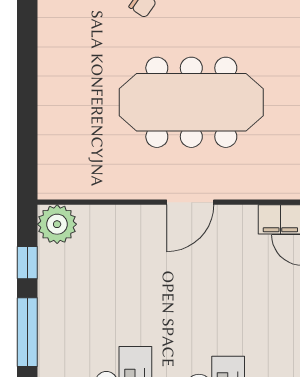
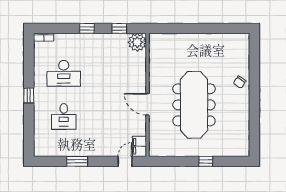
window: (27, 332) -> (87, 28), width x0.46

